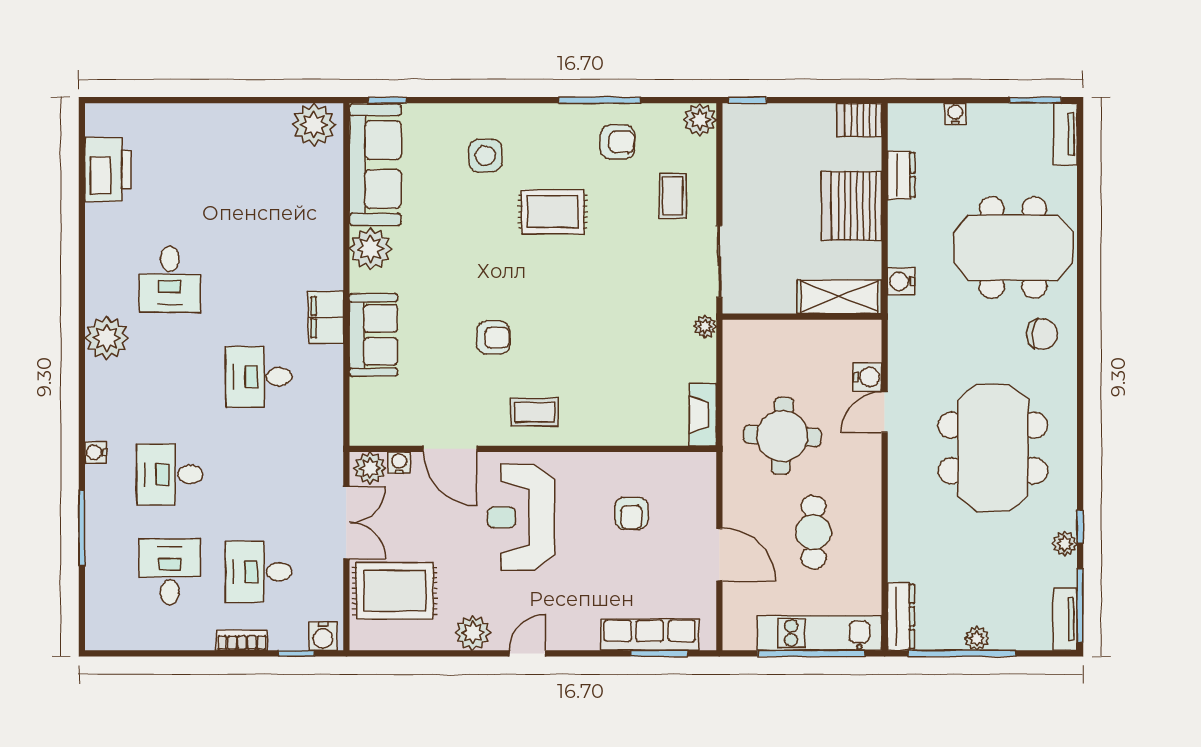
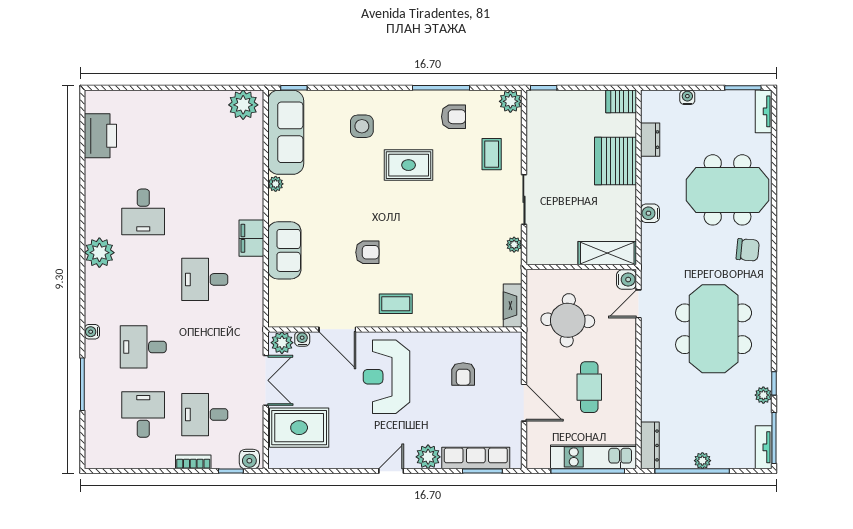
plant: (370, 249) -> (276, 184), width x0.53, depth x0.53
shelving: (839, 297) -> (607, 253), moved
wall: (802, 317) -> (581, 267), moved
plant: (473, 633) -> (428, 457), moved

